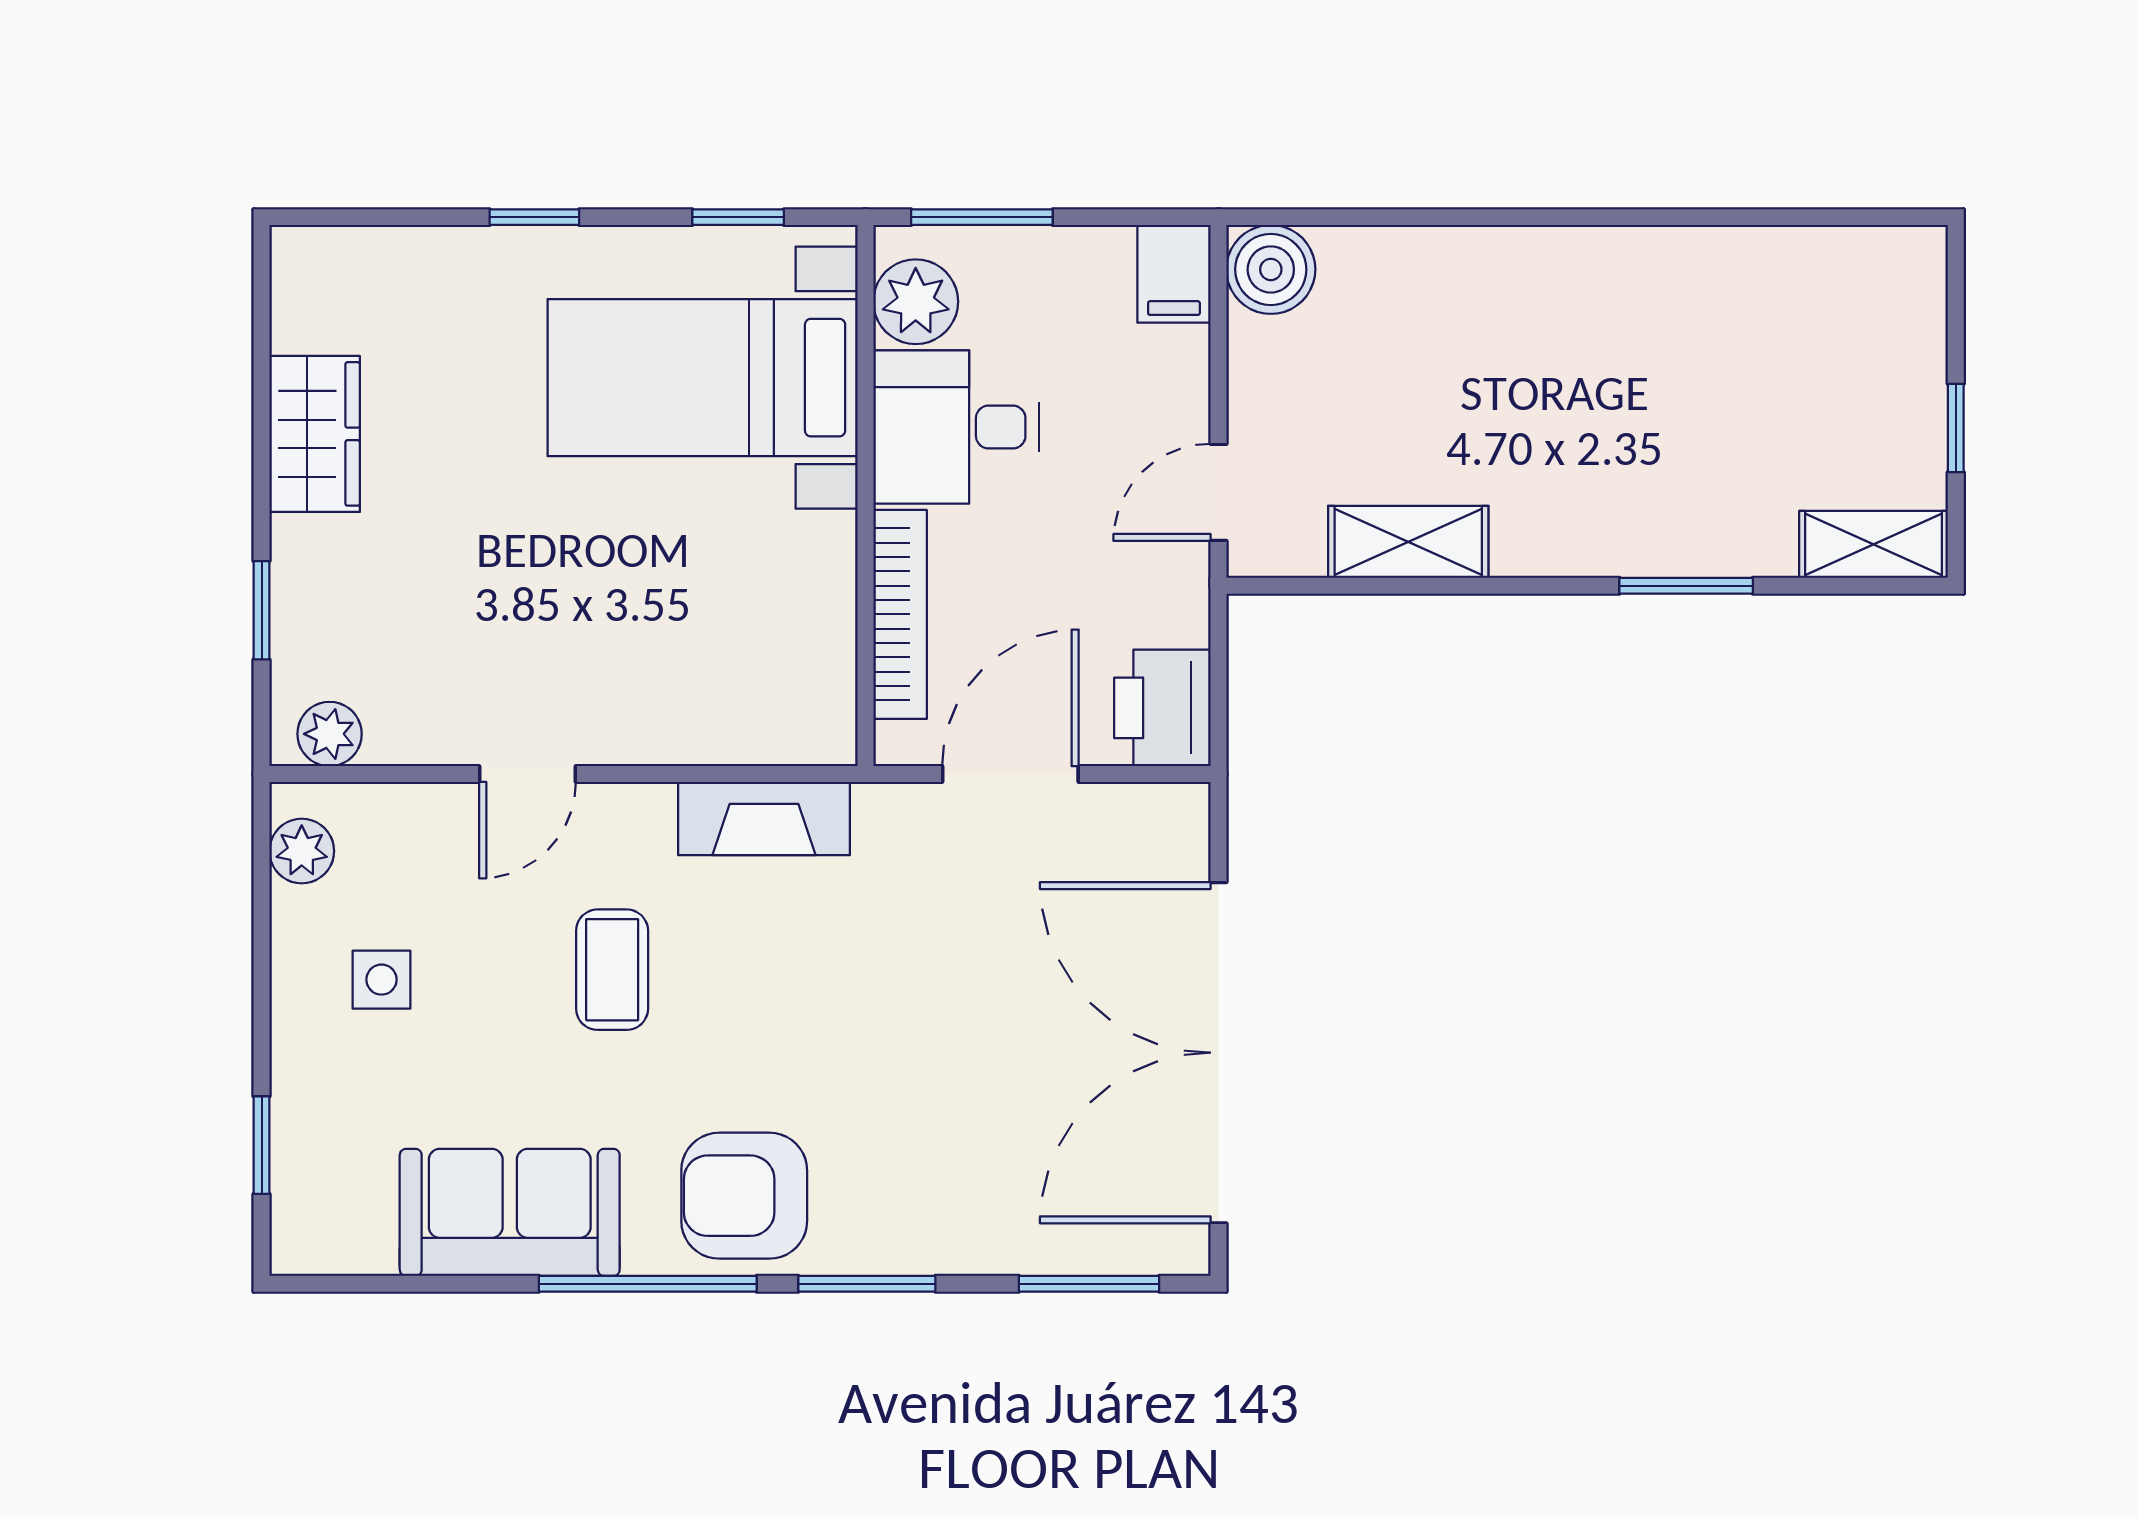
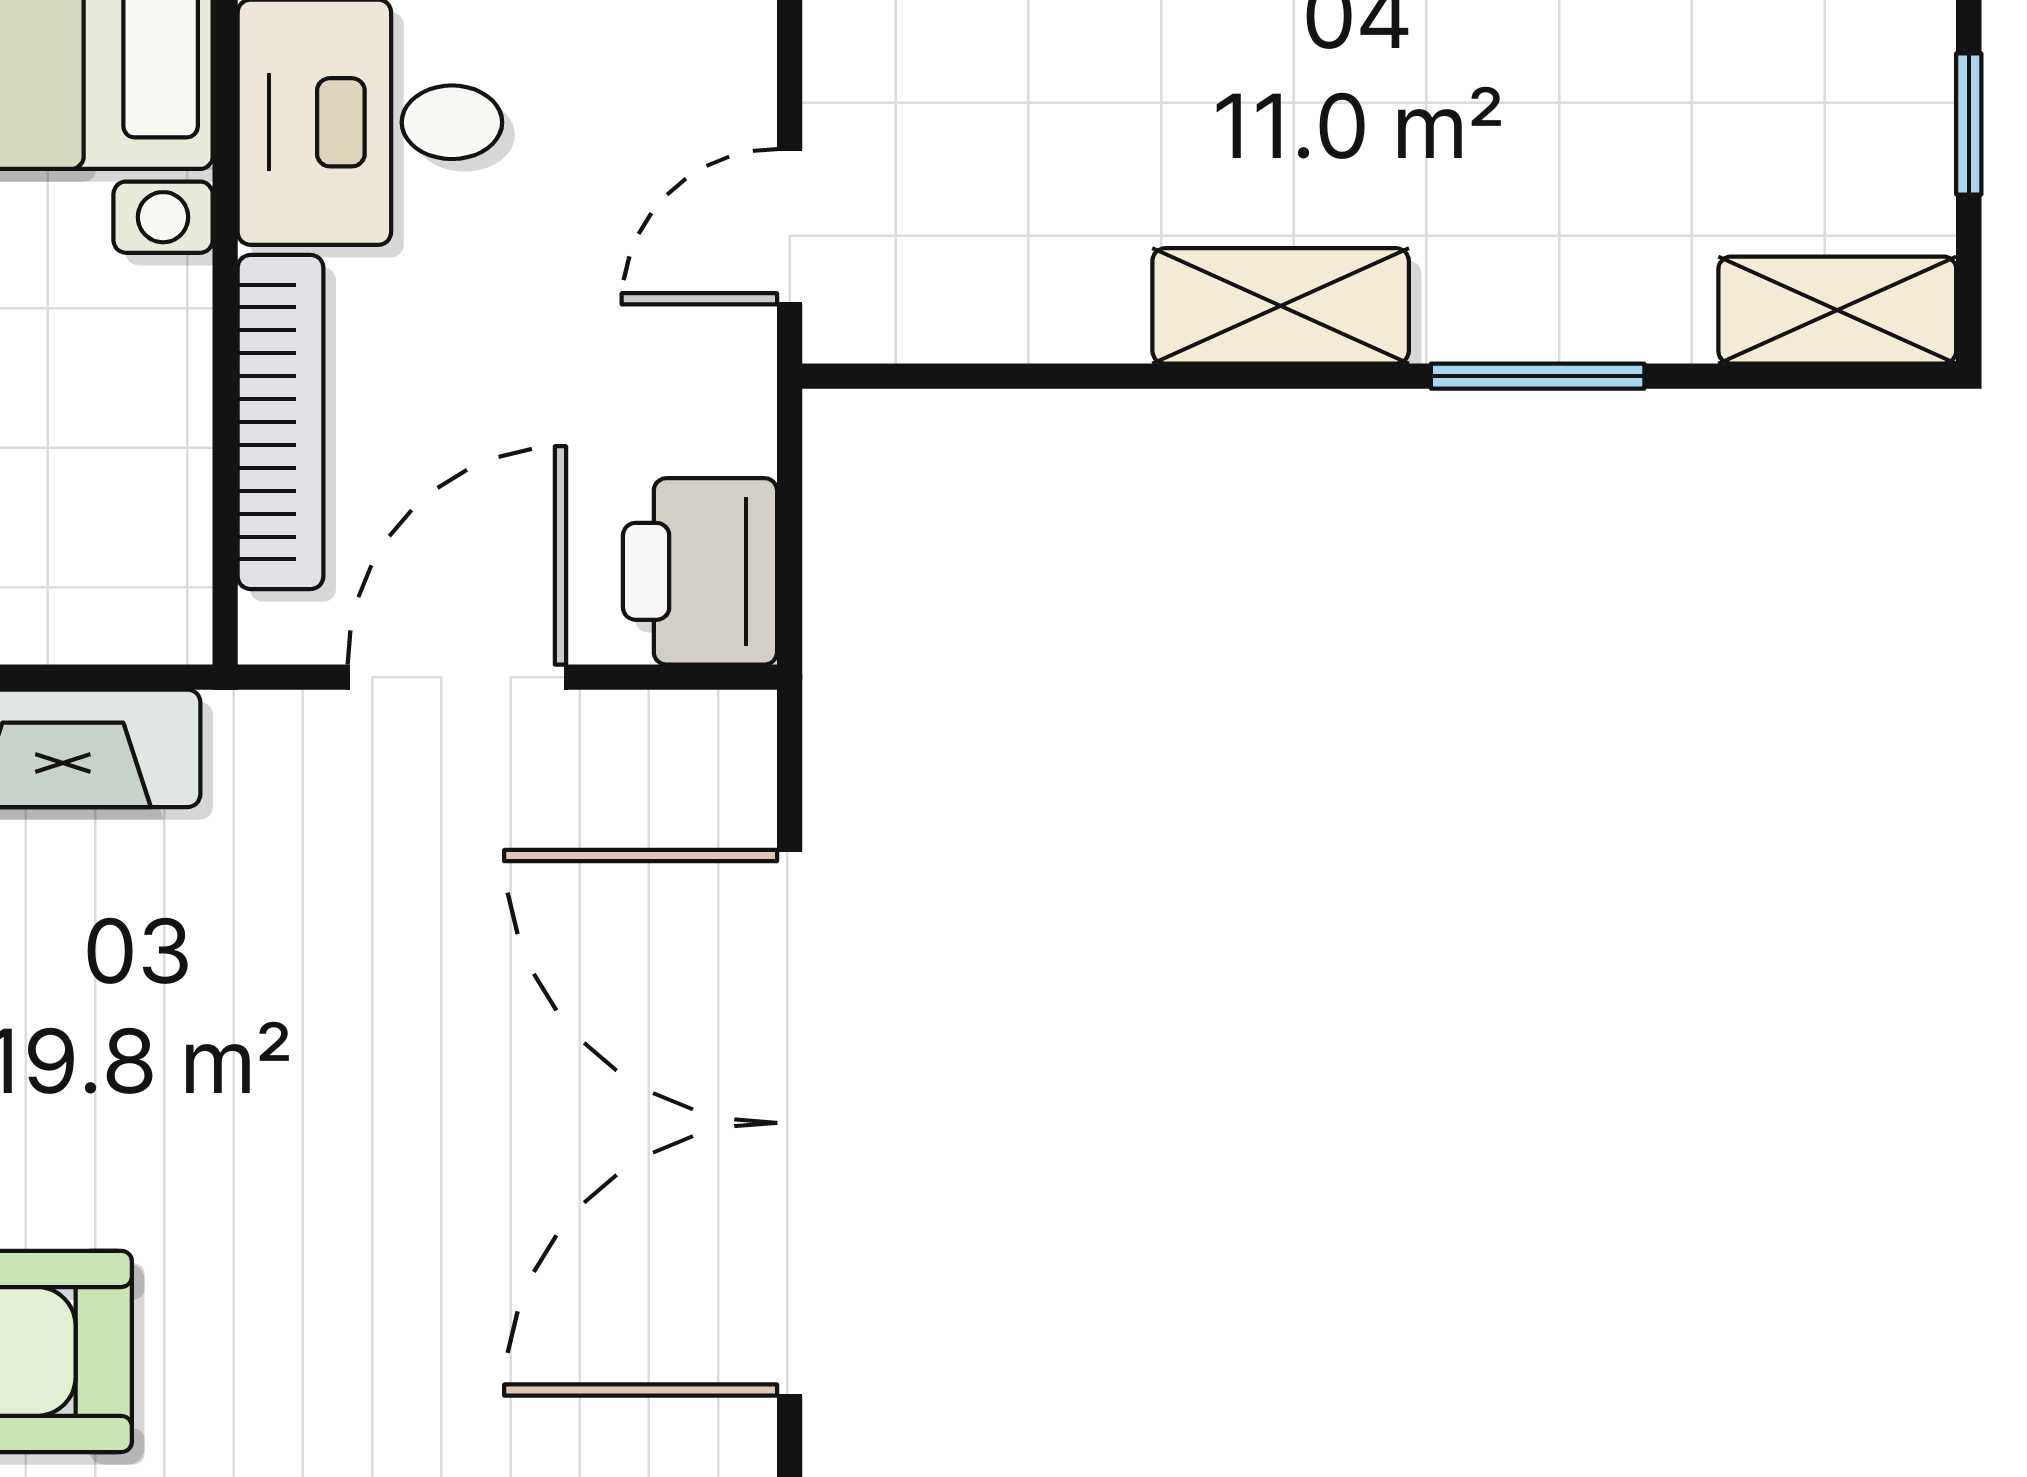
shelving: (1408, 542) -> (1281, 306), moved

